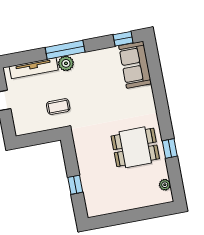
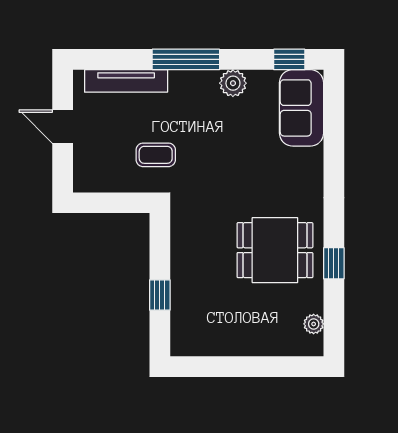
plant: (66, 63) -> (233, 83), moved

